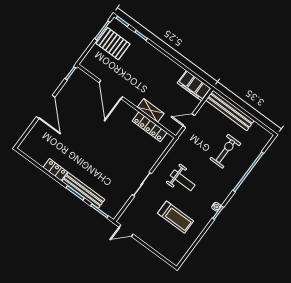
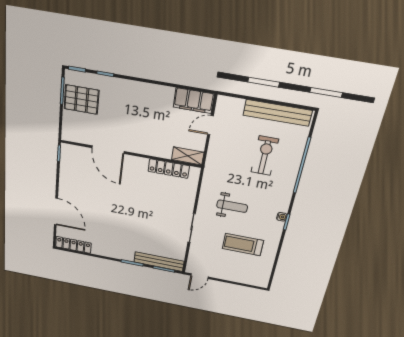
door: (46, 107) -> (56, 212), moved
shelving: (151, 110) -> (188, 156), moved
bench: (230, 110) -> (277, 113), moved
door: (189, 121) -> (210, 125), moved
locker: (55, 170) -> (73, 245), moved, width x1.53
bench: (83, 190) -> (159, 262), moved
treadmill: (176, 217) -> (243, 245), turned 180

